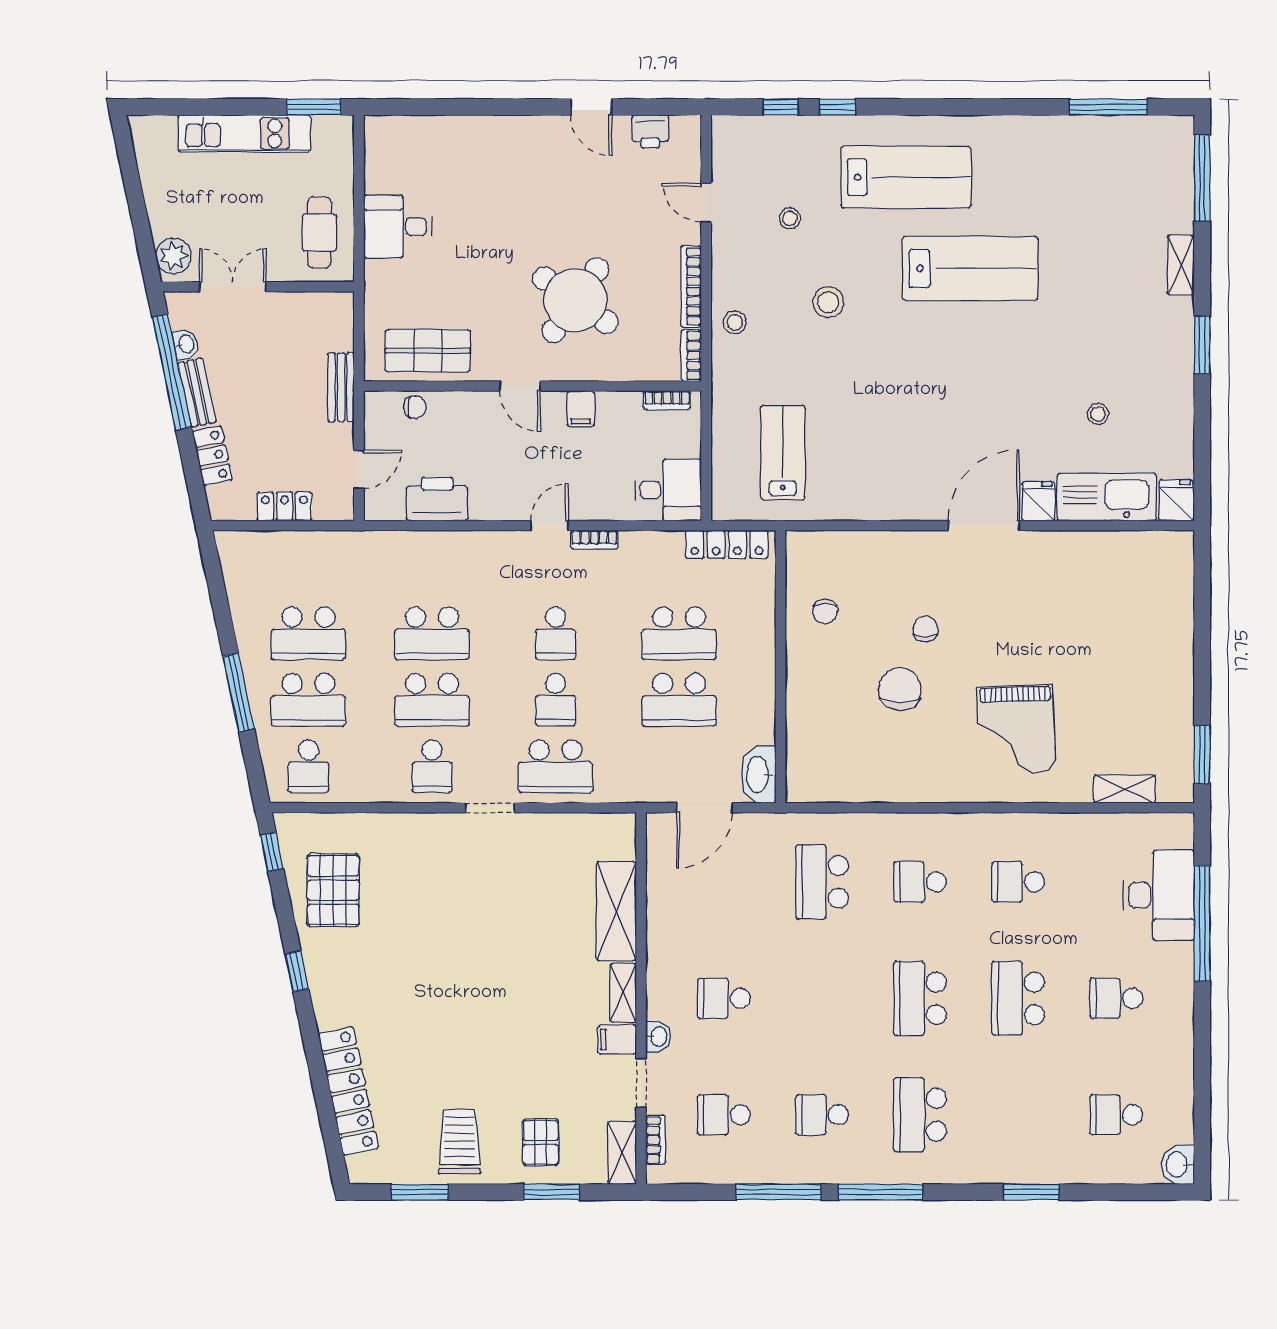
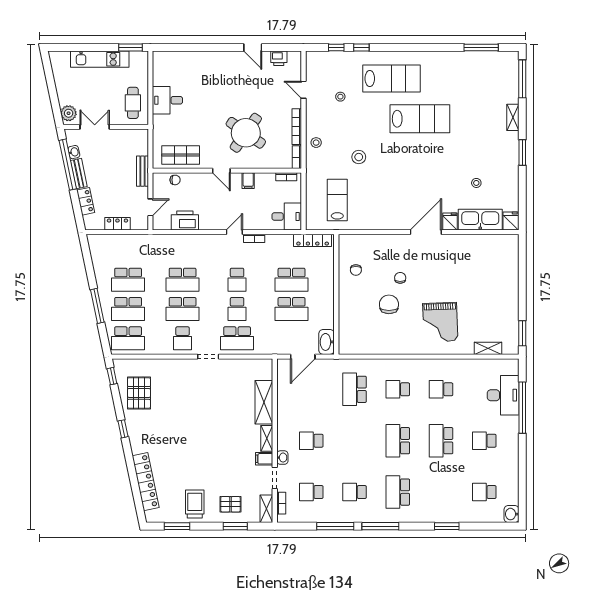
stool: (828, 302) -> (359, 157), moved
school desk: (308, 766) -> (128, 338), width x1.85
pallet: (541, 1142) -> (230, 504), turned 90

